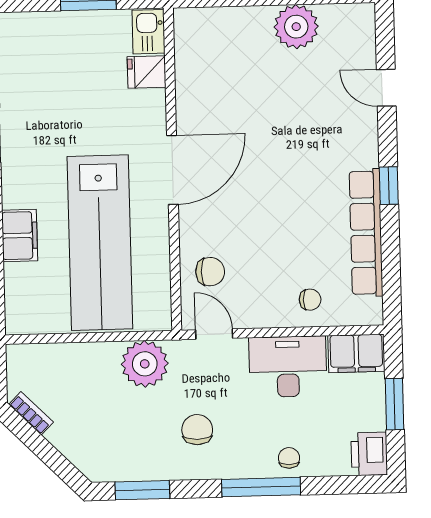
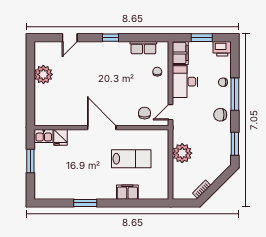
row of seats: (366, 233) -> (143, 48), width x0.50
lab bench: (100, 243) -> (131, 159), width x0.54, depth x0.72
plant: (145, 364) -> (182, 153), moved
chair: (197, 430) -> (220, 115), moved

